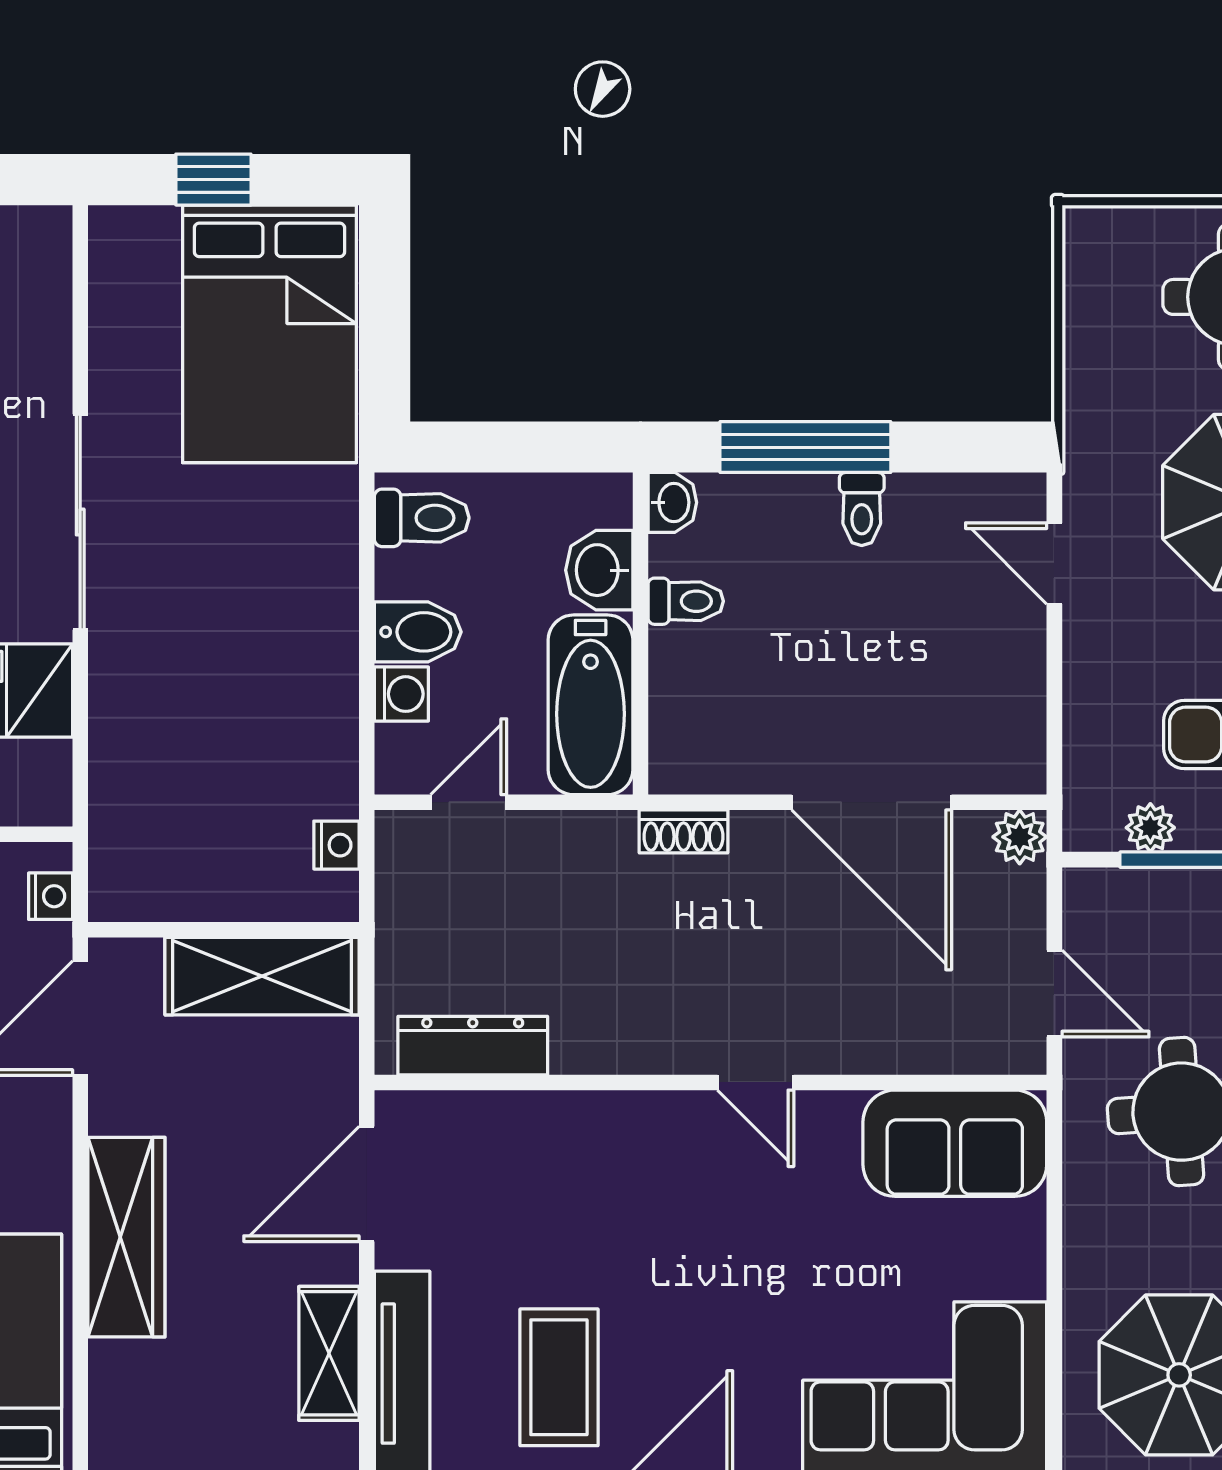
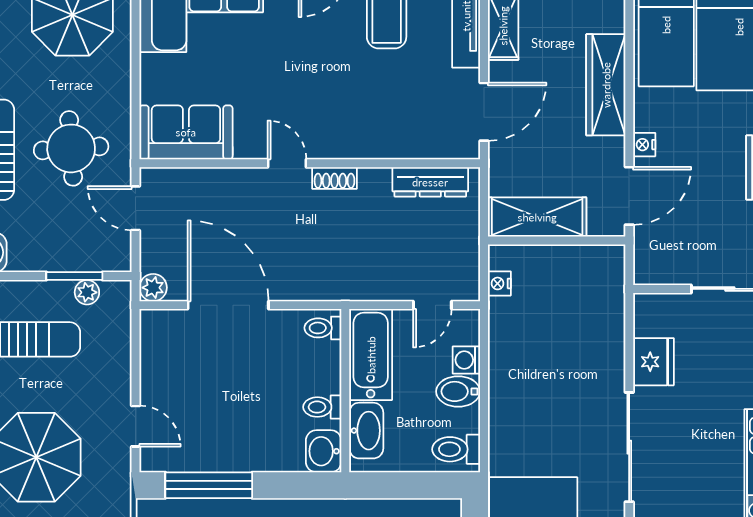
window: (805, 447) -> (209, 485), moved
washbasin: (672, 502) -> (324, 451), width x1.38, depth x1.45
toilet: (862, 509) -> (323, 328), moved, turned -90
washbasin: (599, 570) -> (366, 431), width x1.38
shoe rack: (684, 831) -> (334, 178), moved, turned 180
nightstand: (51, 896) -> (644, 145), moved

